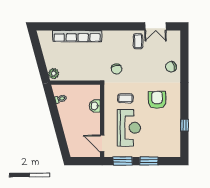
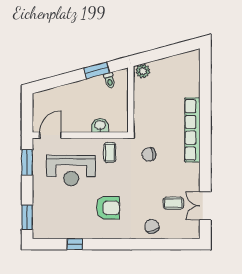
row of seats: (77, 36) -> (192, 130), moved
coffee table: (138, 41) -> (173, 203), moved
coffee table: (125, 98) -> (110, 153), moved
window: (53, 108) -> (97, 71), added
window: (149, 161) -> (27, 217), moved

